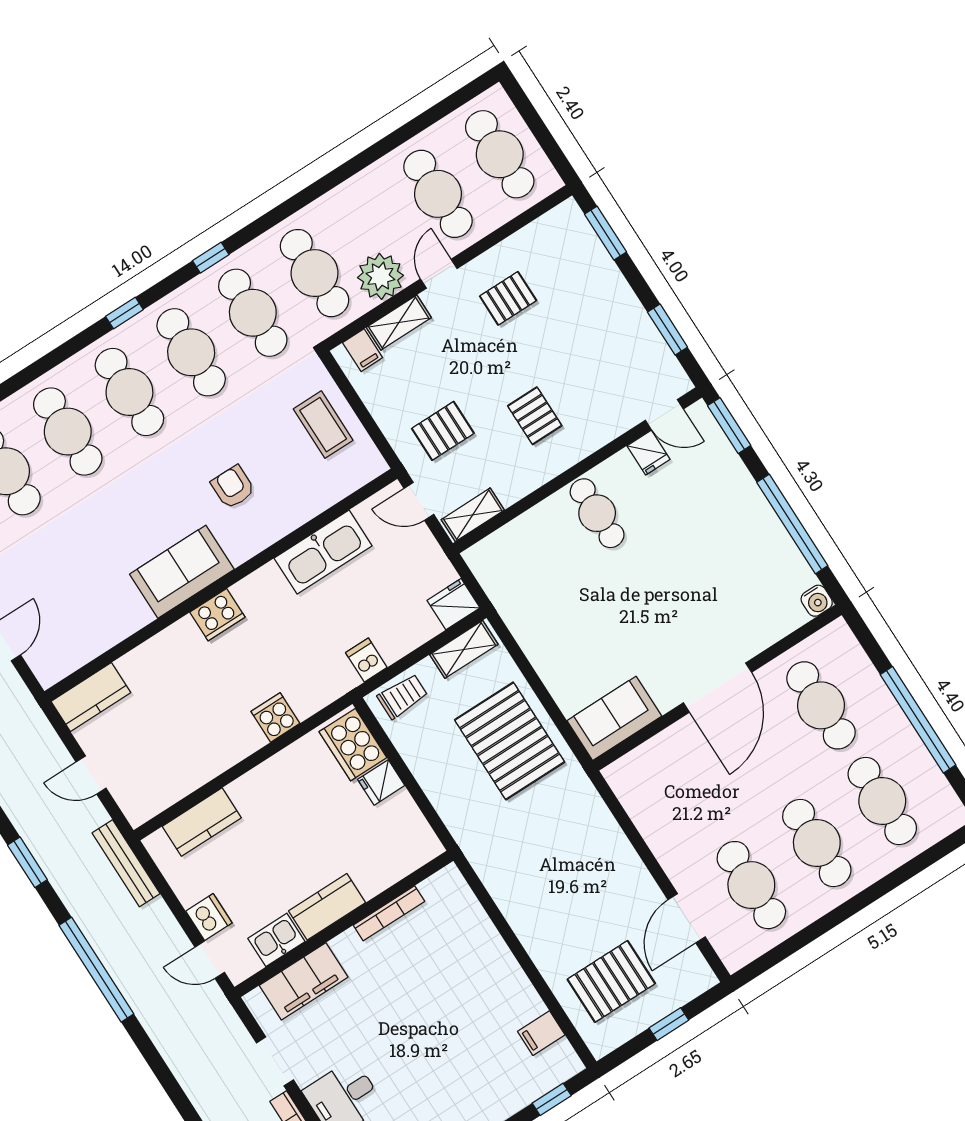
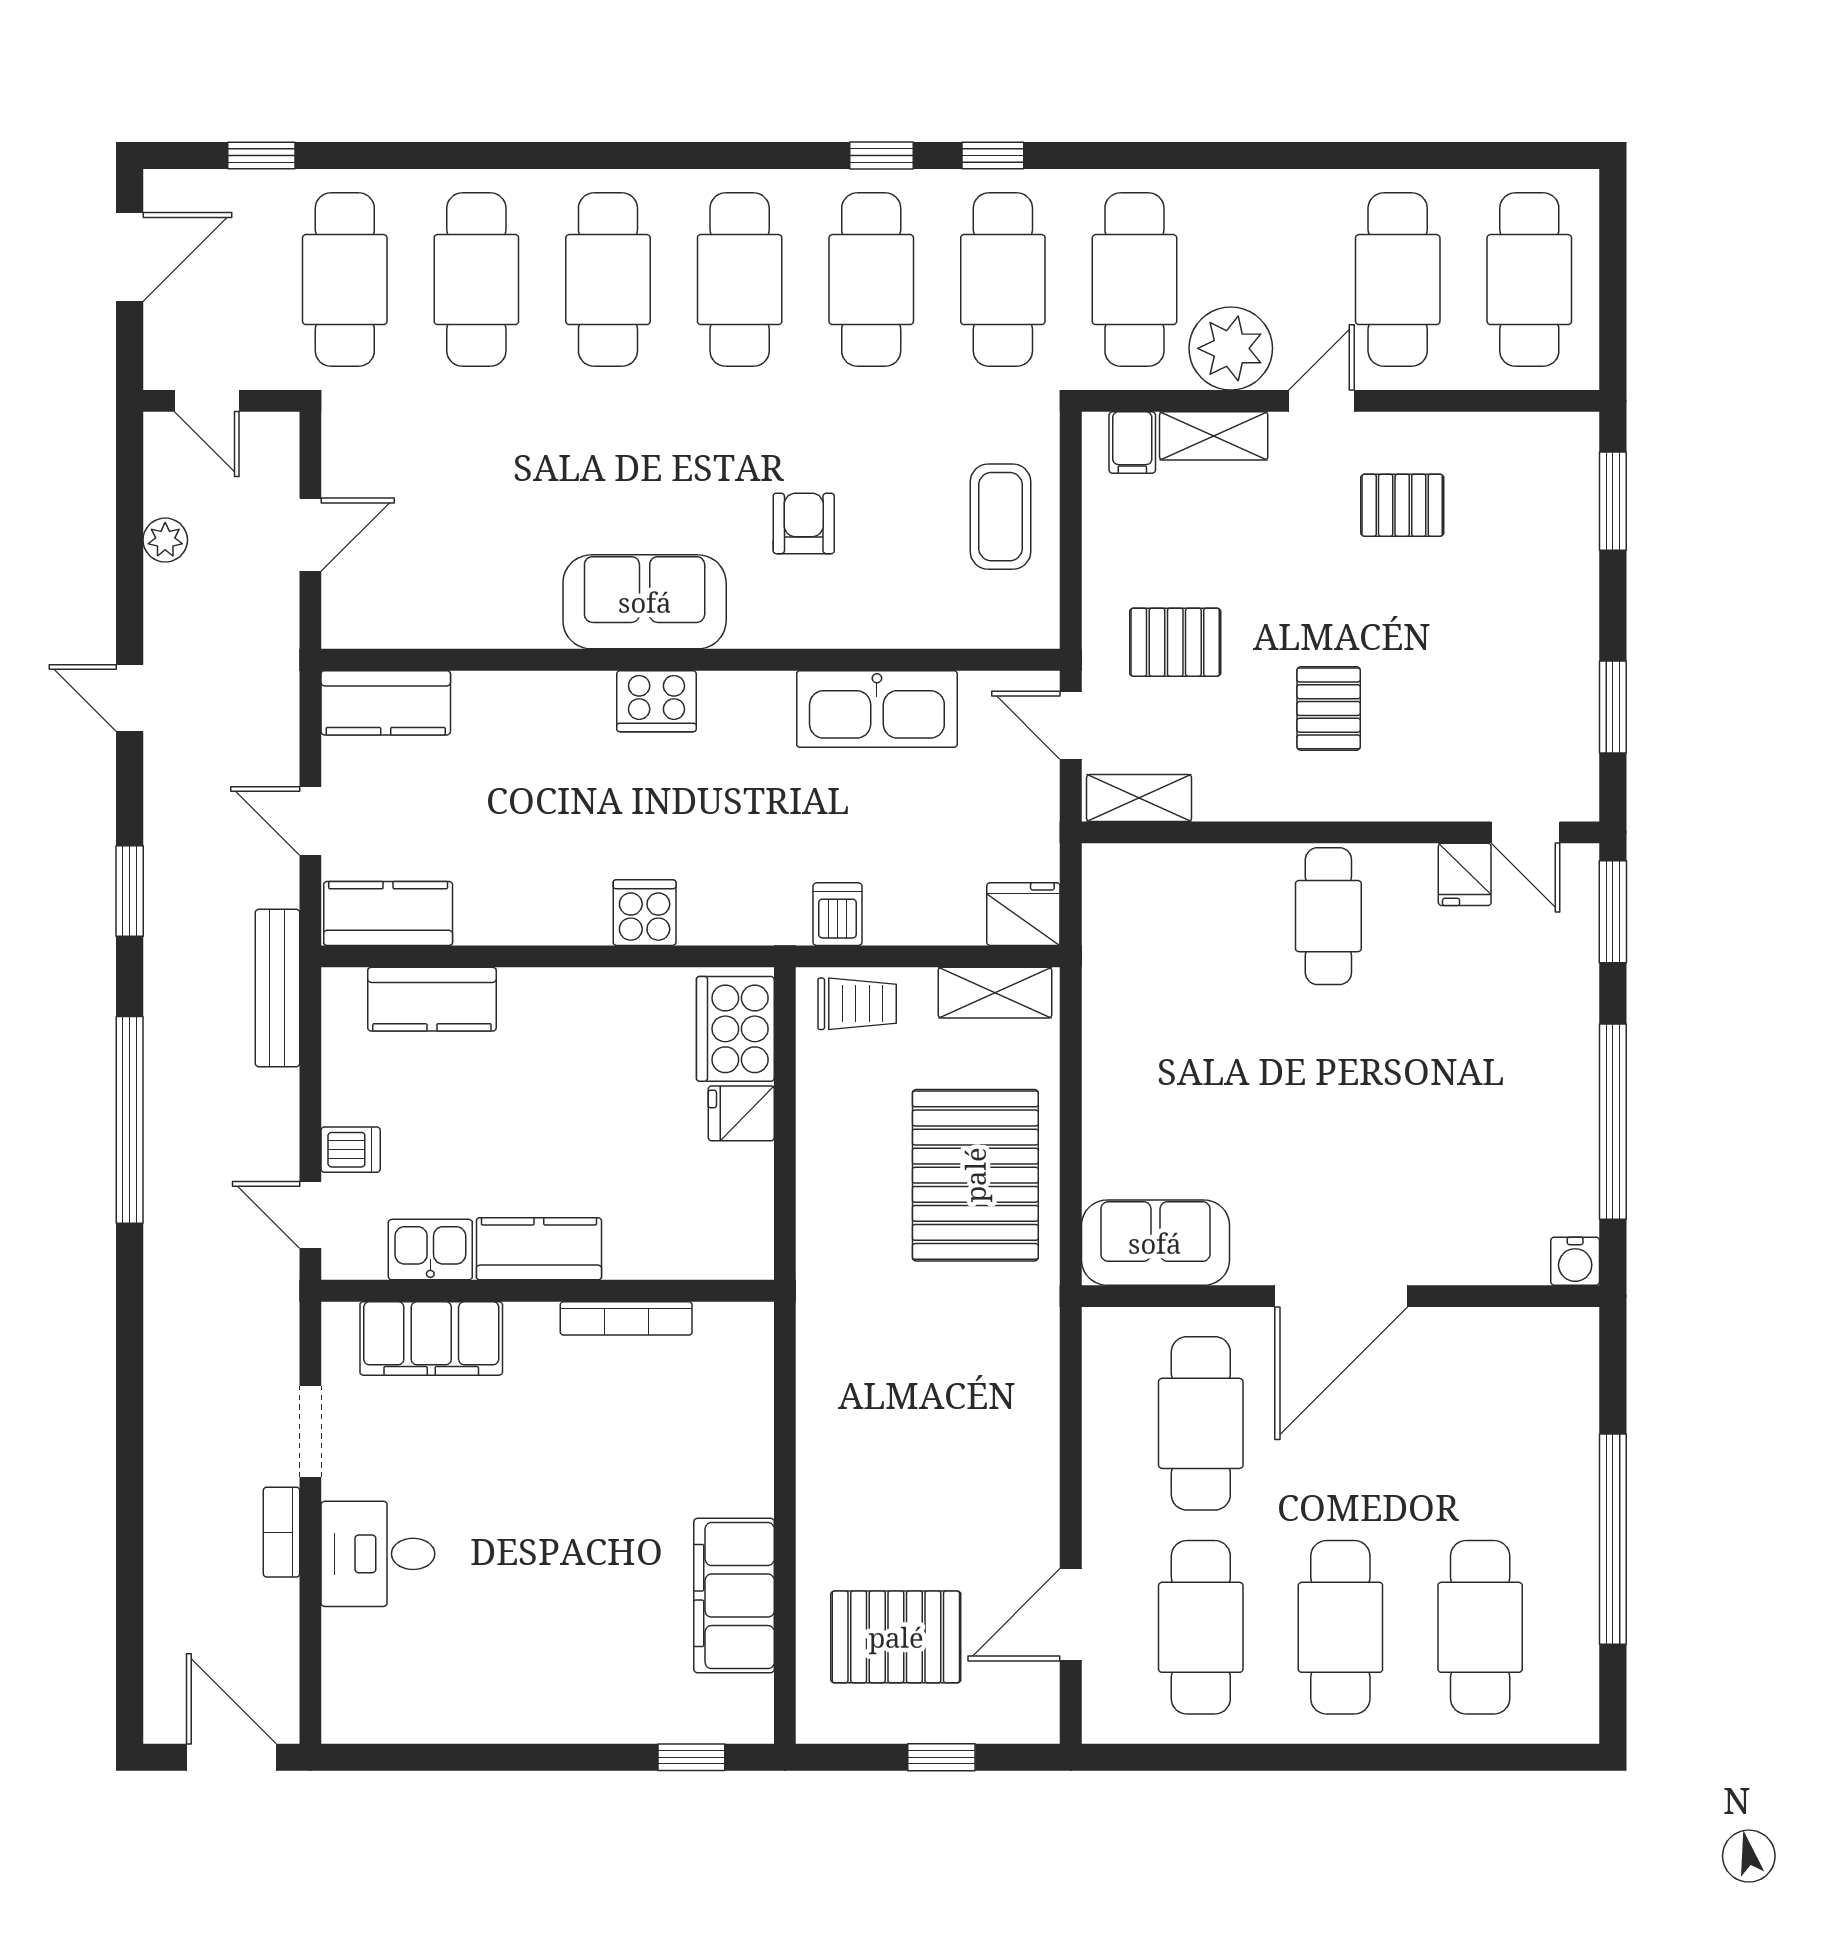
window: (124, 313) -> (882, 155), moved
cafe table: (821, 705) -> (1201, 1423), moved
kitchen counter: (155, 795) -> (388, 913), added
dishwasher: (209, 917) -> (351, 1150), width x0.73
filing cabinet: (541, 1033) -> (734, 1596), width x3.00, depth x1.17

